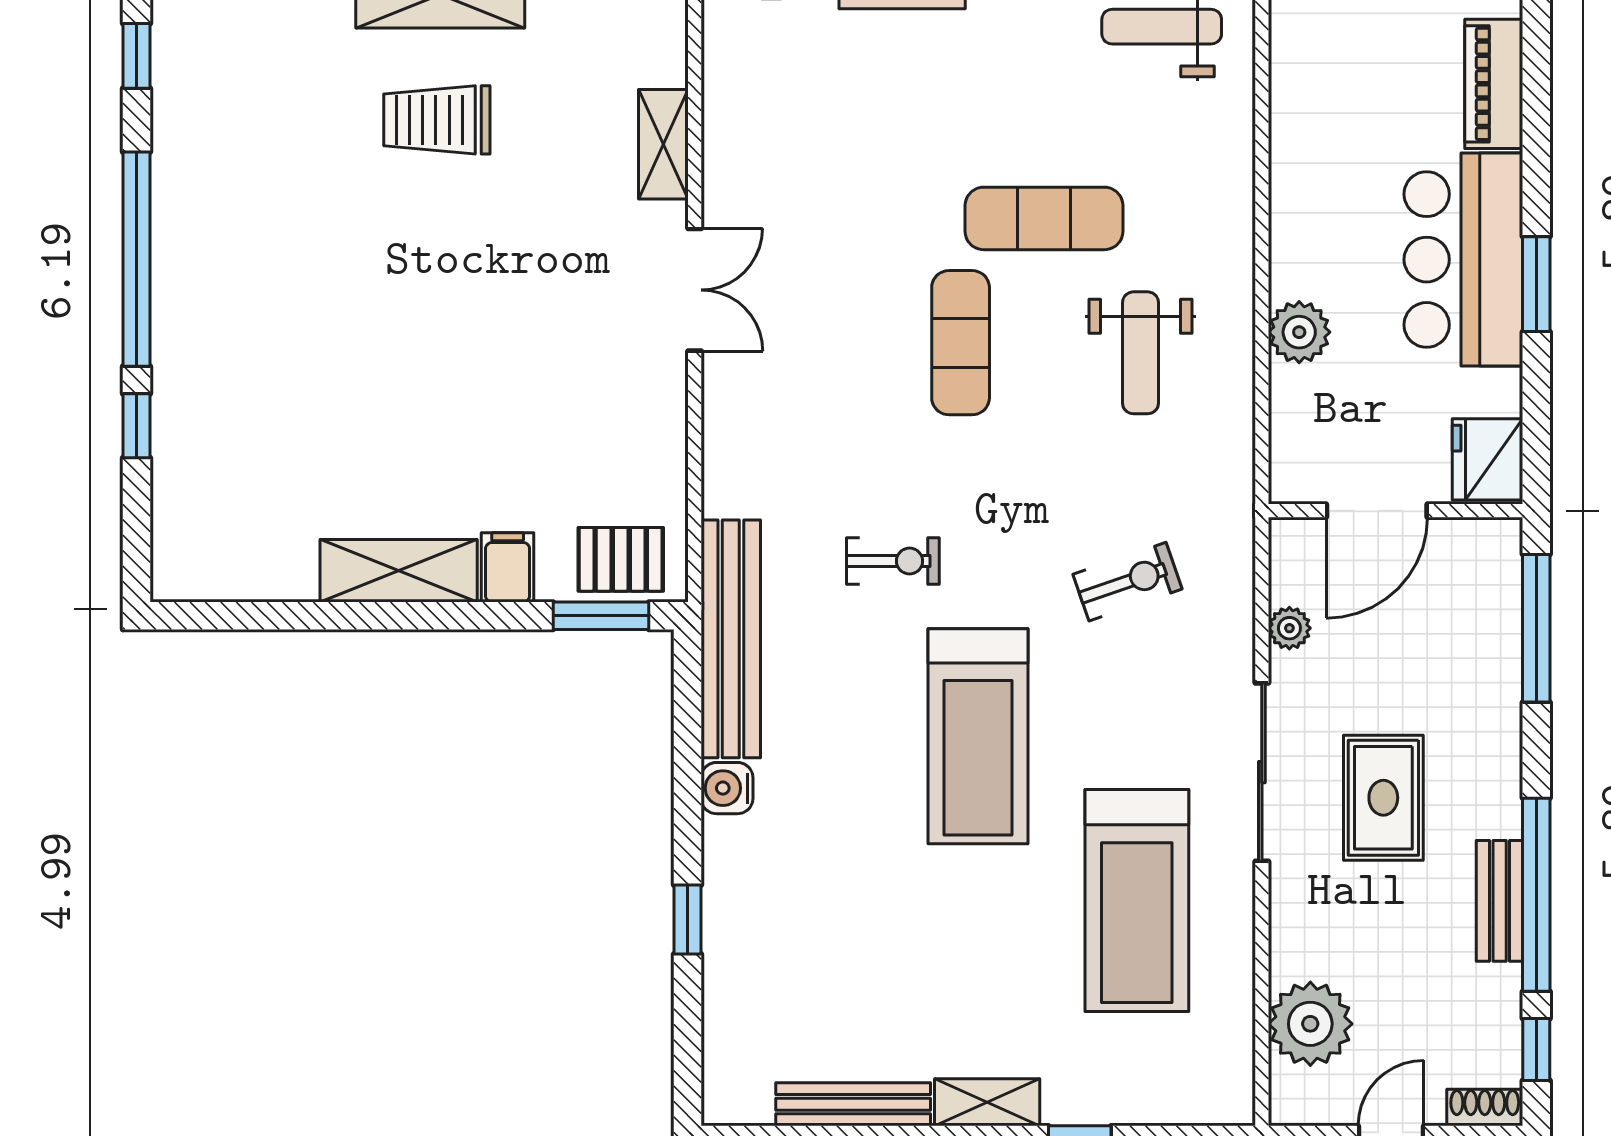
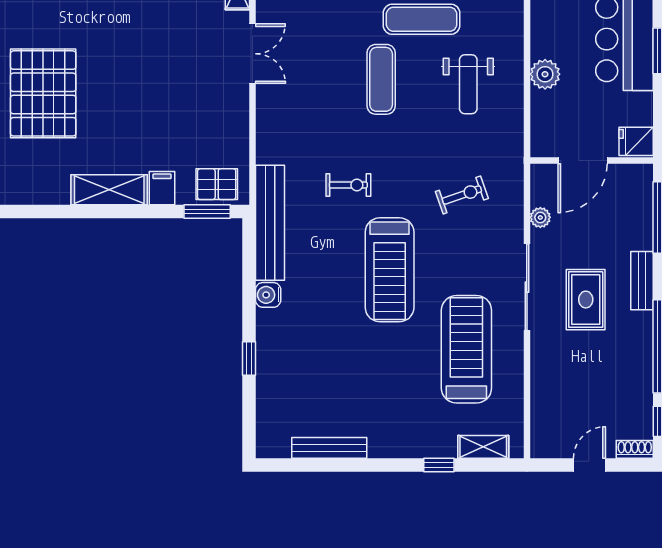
pallet: (262, 372) -> (43, 93), added
fridge: (1488, 459) -> (636, 141), width x0.72
treadmill: (1137, 900) -> (466, 349), turned 180
bench: (1500, 901) -> (642, 281), moved
plant: (1310, 1024) -> (550, 409), removed
shelving: (987, 1102) -> (483, 447), moved

